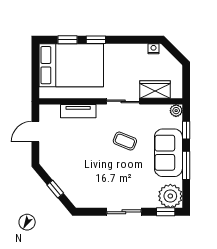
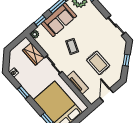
window: (96, 40) -> (23, 92), moved
door: (35, 132) -> (107, 95), swing flipped
rug: (80, 154) -> (98, 63), added
sliding door: (124, 212) -> (116, 26), moved

